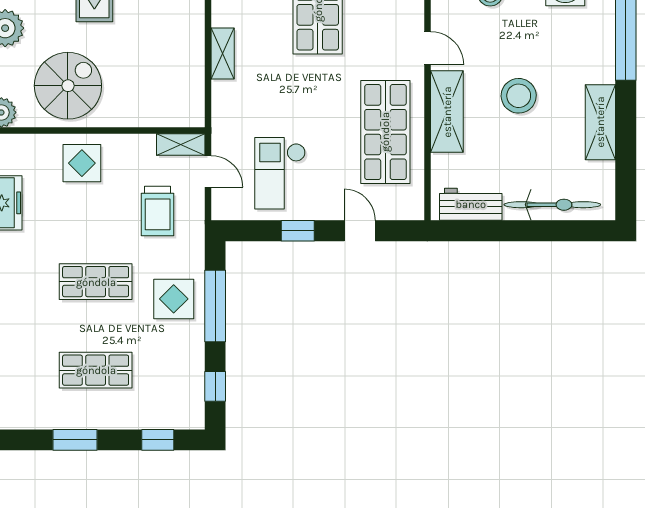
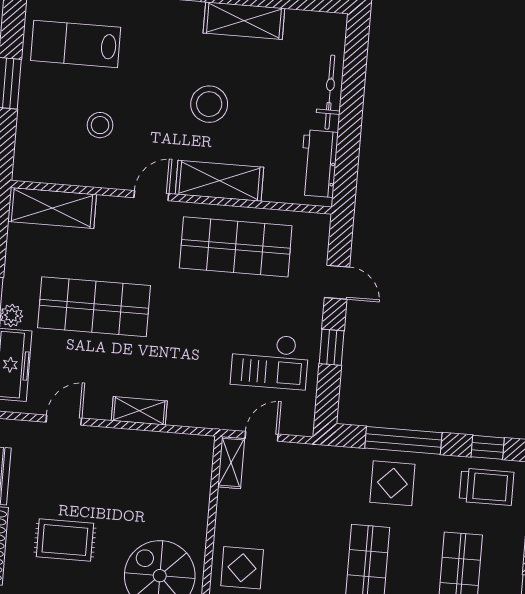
bicycle: (552, 205) -> (330, 92), width x0.73, depth x0.71
trolley: (158, 211) -> (487, 487), moved
door: (360, 231) -> (337, 282), swing flipped

